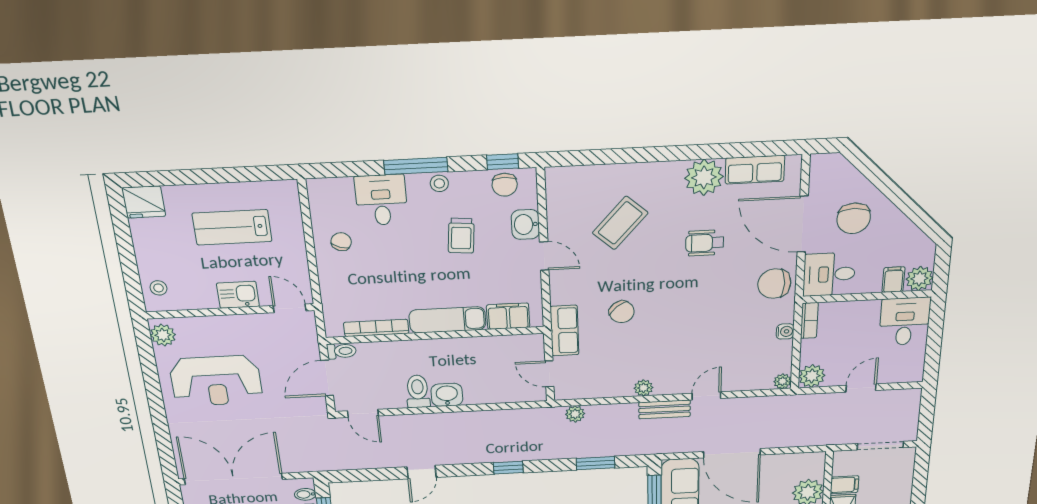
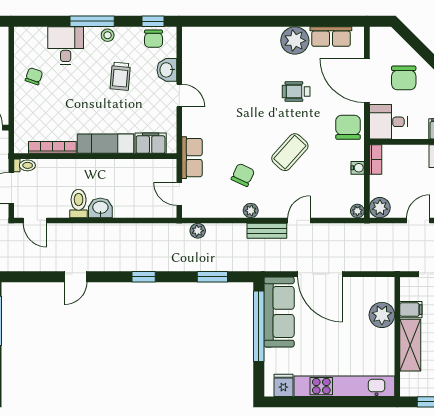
coffee table: (620, 223) -> (290, 152), moved
chair: (774, 284) -> (348, 127), turned 90
chair: (622, 312) -> (243, 175), moved, turned -117

